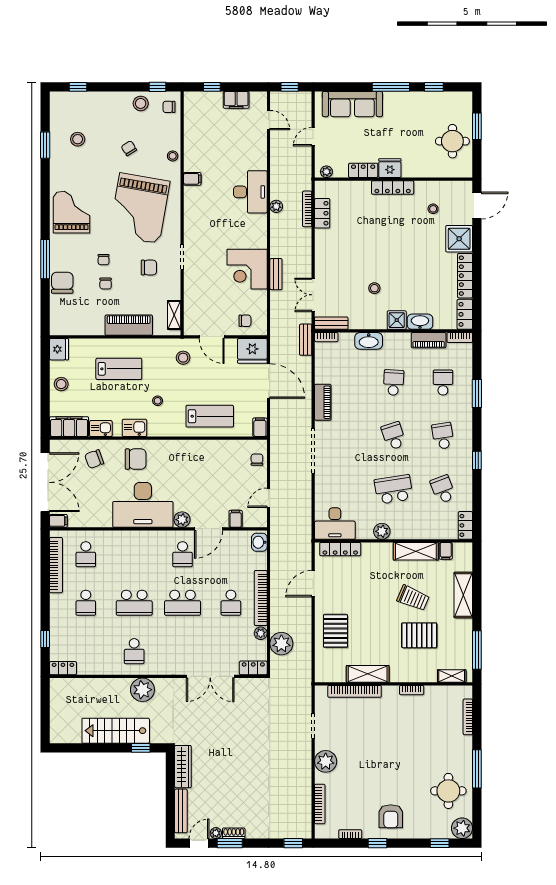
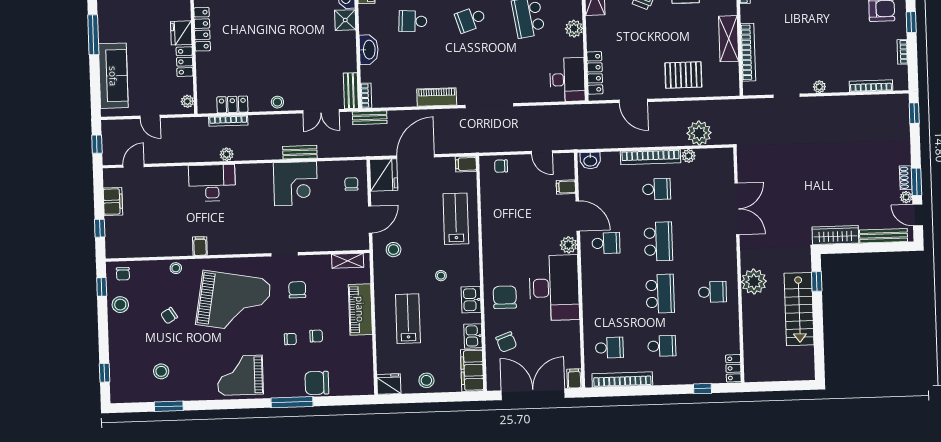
stool: (374, 288) -> (277, 102), moved
locker: (253, 668) -> (726, 163), removed
plant: (326, 761) -> (819, 87), width x0.53, depth x0.53

